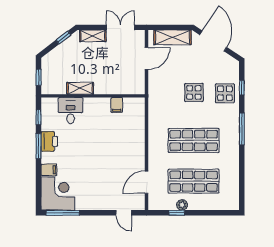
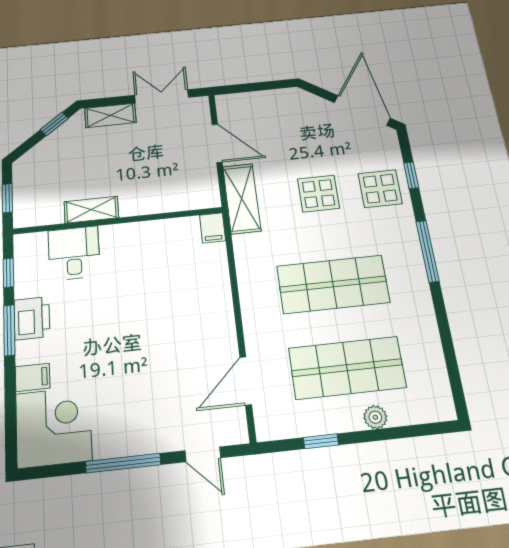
shelving: (172, 37) -> (242, 199), moved, turned 90
door: (213, 41) -> (362, 110), moved
door: (146, 58) -> (217, 143), hinge flipped
filing cabinet: (117, 105) -> (213, 228), moved
plant: (182, 205) -> (375, 417), moved
window: (63, 213) -> (123, 463), moved

